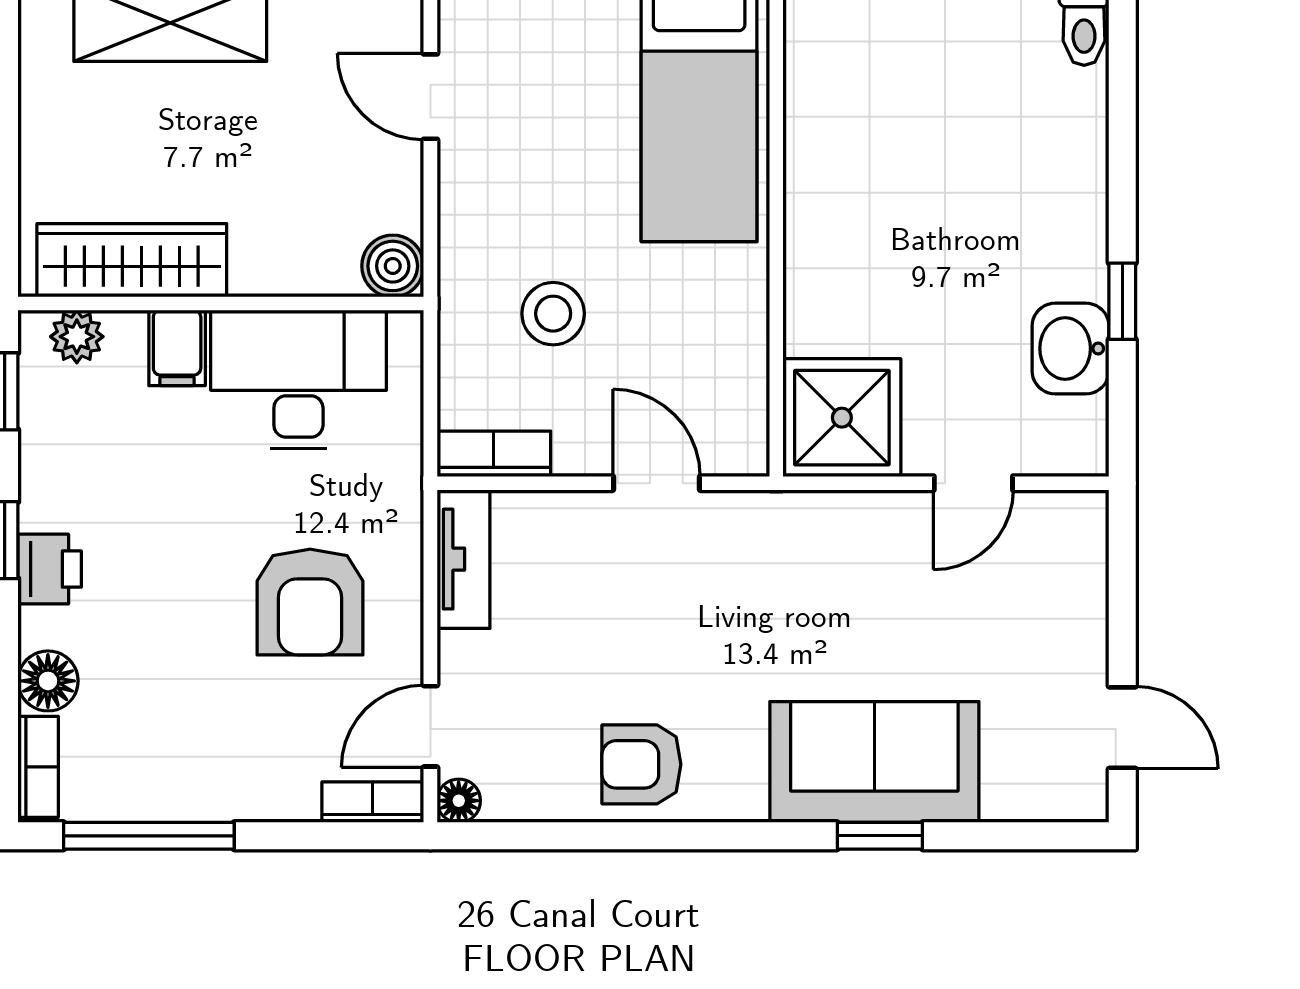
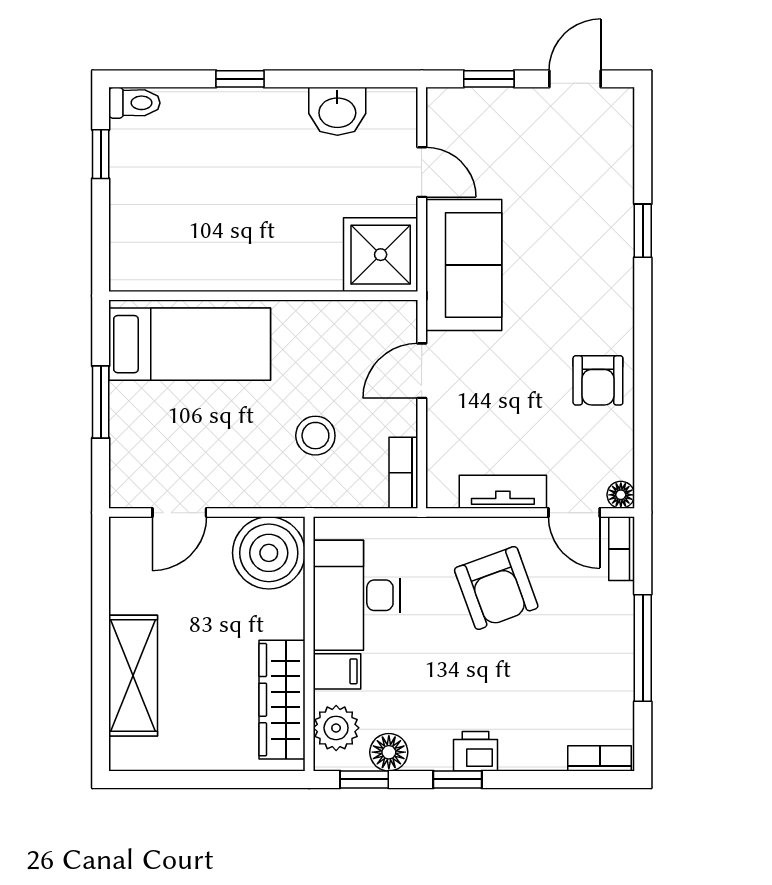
boiler: (393, 266) -> (269, 553), width x1.86, depth x1.86
window: (1122, 301) -> (240, 79), moved
plant: (77, 337) -> (336, 728), width x1.38, depth x1.38
tv unit: (463, 559) -> (503, 492), moved
window: (1122, 590) -> (489, 79), added
armchair: (310, 602) -> (496, 588), turned 70
floor lamp: (48, 681) -> (389, 752), moved
sofa: (874, 762) -> (464, 265), moved, turned 180
window: (149, 836) -> (643, 648), moved

